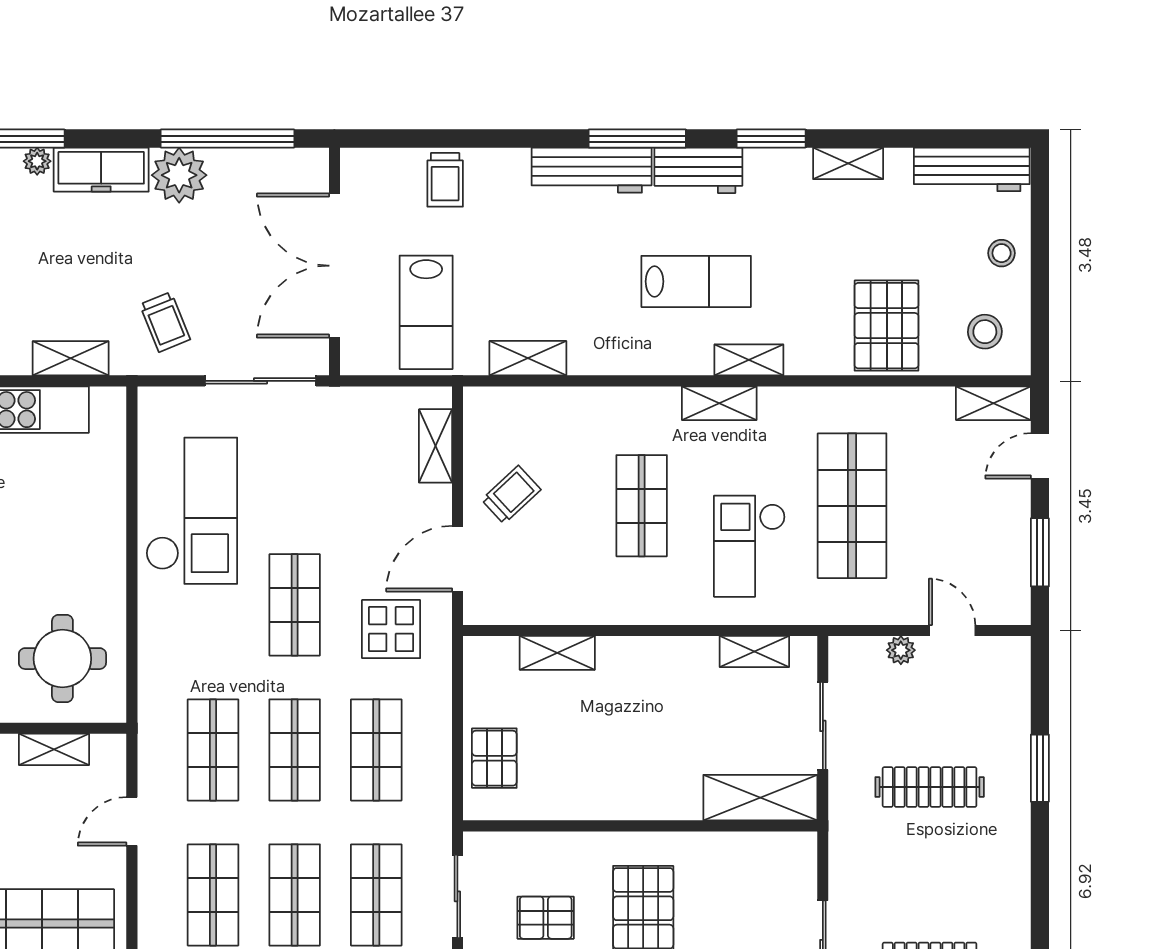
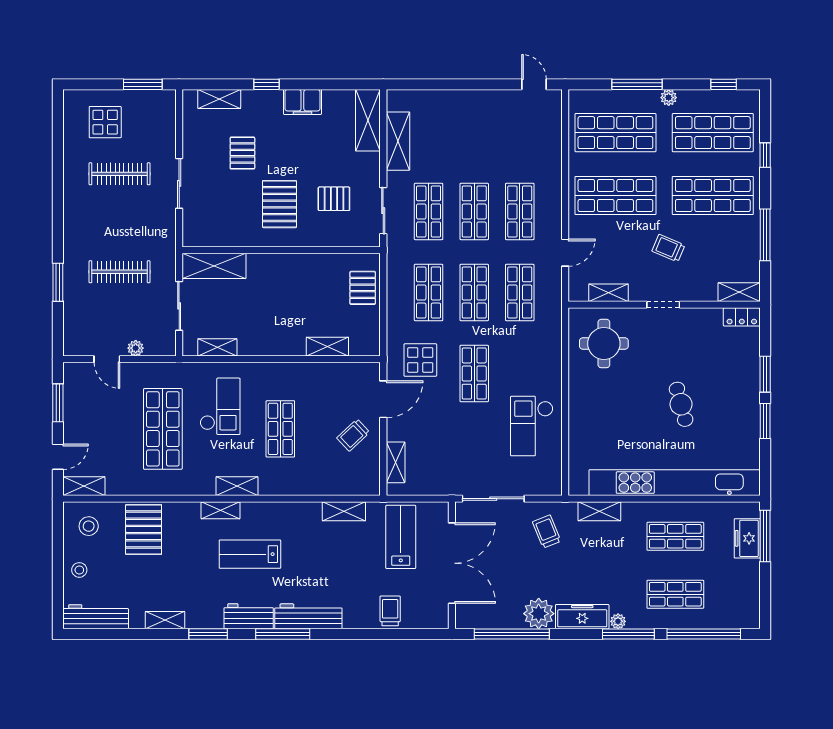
checkout: (192, 511) -> (532, 426), width x0.73, depth x0.83

